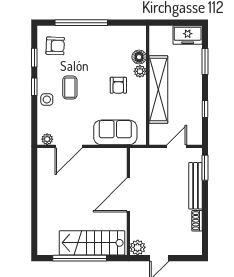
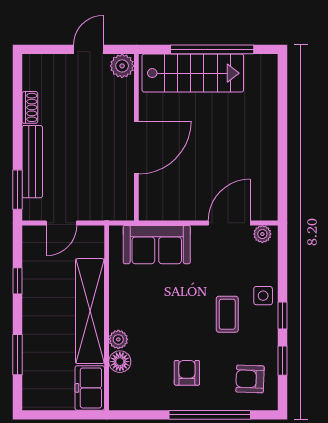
freezer: (188, 35) -> (90, 388), moved, turned -90
armchair: (118, 85) -> (187, 373), moved

